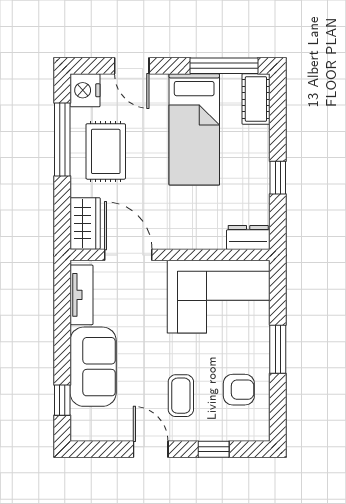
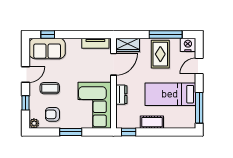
cot: (256, 99) -> (152, 122), moved
rug: (106, 151) -> (160, 54), turned 90
window: (278, 178) -> (129, 132), moved
dresser: (248, 237) -> (121, 95), moved
sofa: (93, 367) -> (47, 48), moved
armchair: (239, 390) -> (52, 114), turned 90
plant: (259, 430) -> (34, 123), added

